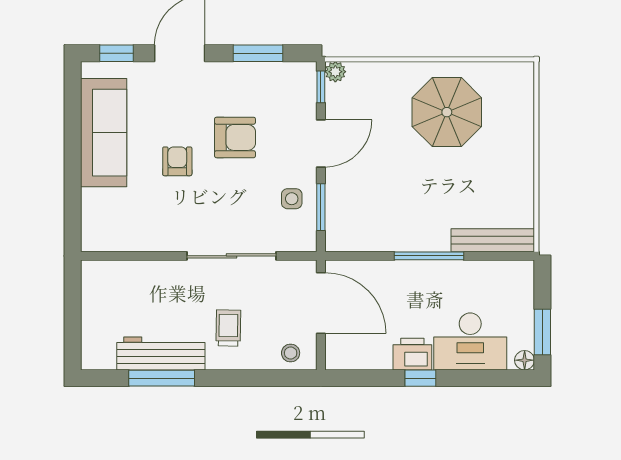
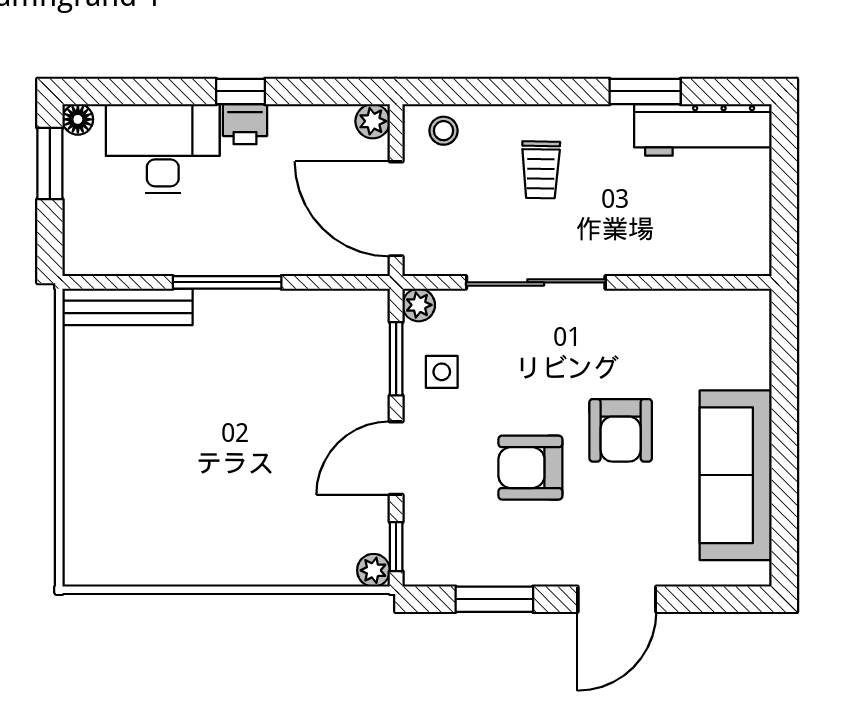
window: (116, 53) -> (716, 599), removed
parasol: (447, 112) -> (199, 507), removed
armchair: (177, 161) -> (621, 430), width x1.38, depth x1.38
plant: (306, 241) -> (419, 305), added
workbench: (161, 353) -> (703, 130), moved
printer: (412, 354) -> (245, 124), width x0.73, depth x0.81
plant: (336, 359) -> (373, 121), added
window: (162, 378) -> (645, 91), width x0.69

